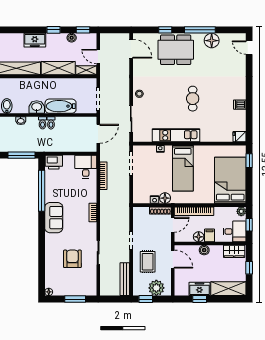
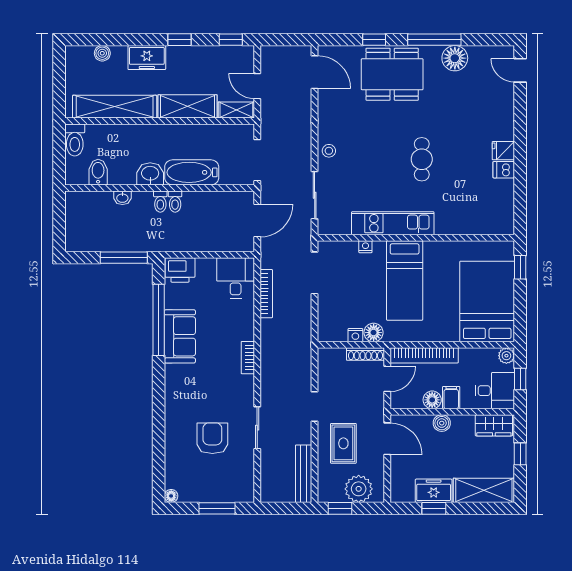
boiler: (72, 38) -> (102, 53), moved
fridge: (240, 137) -> (503, 151), moved
sofa: (54, 218) -> (180, 336), moved

